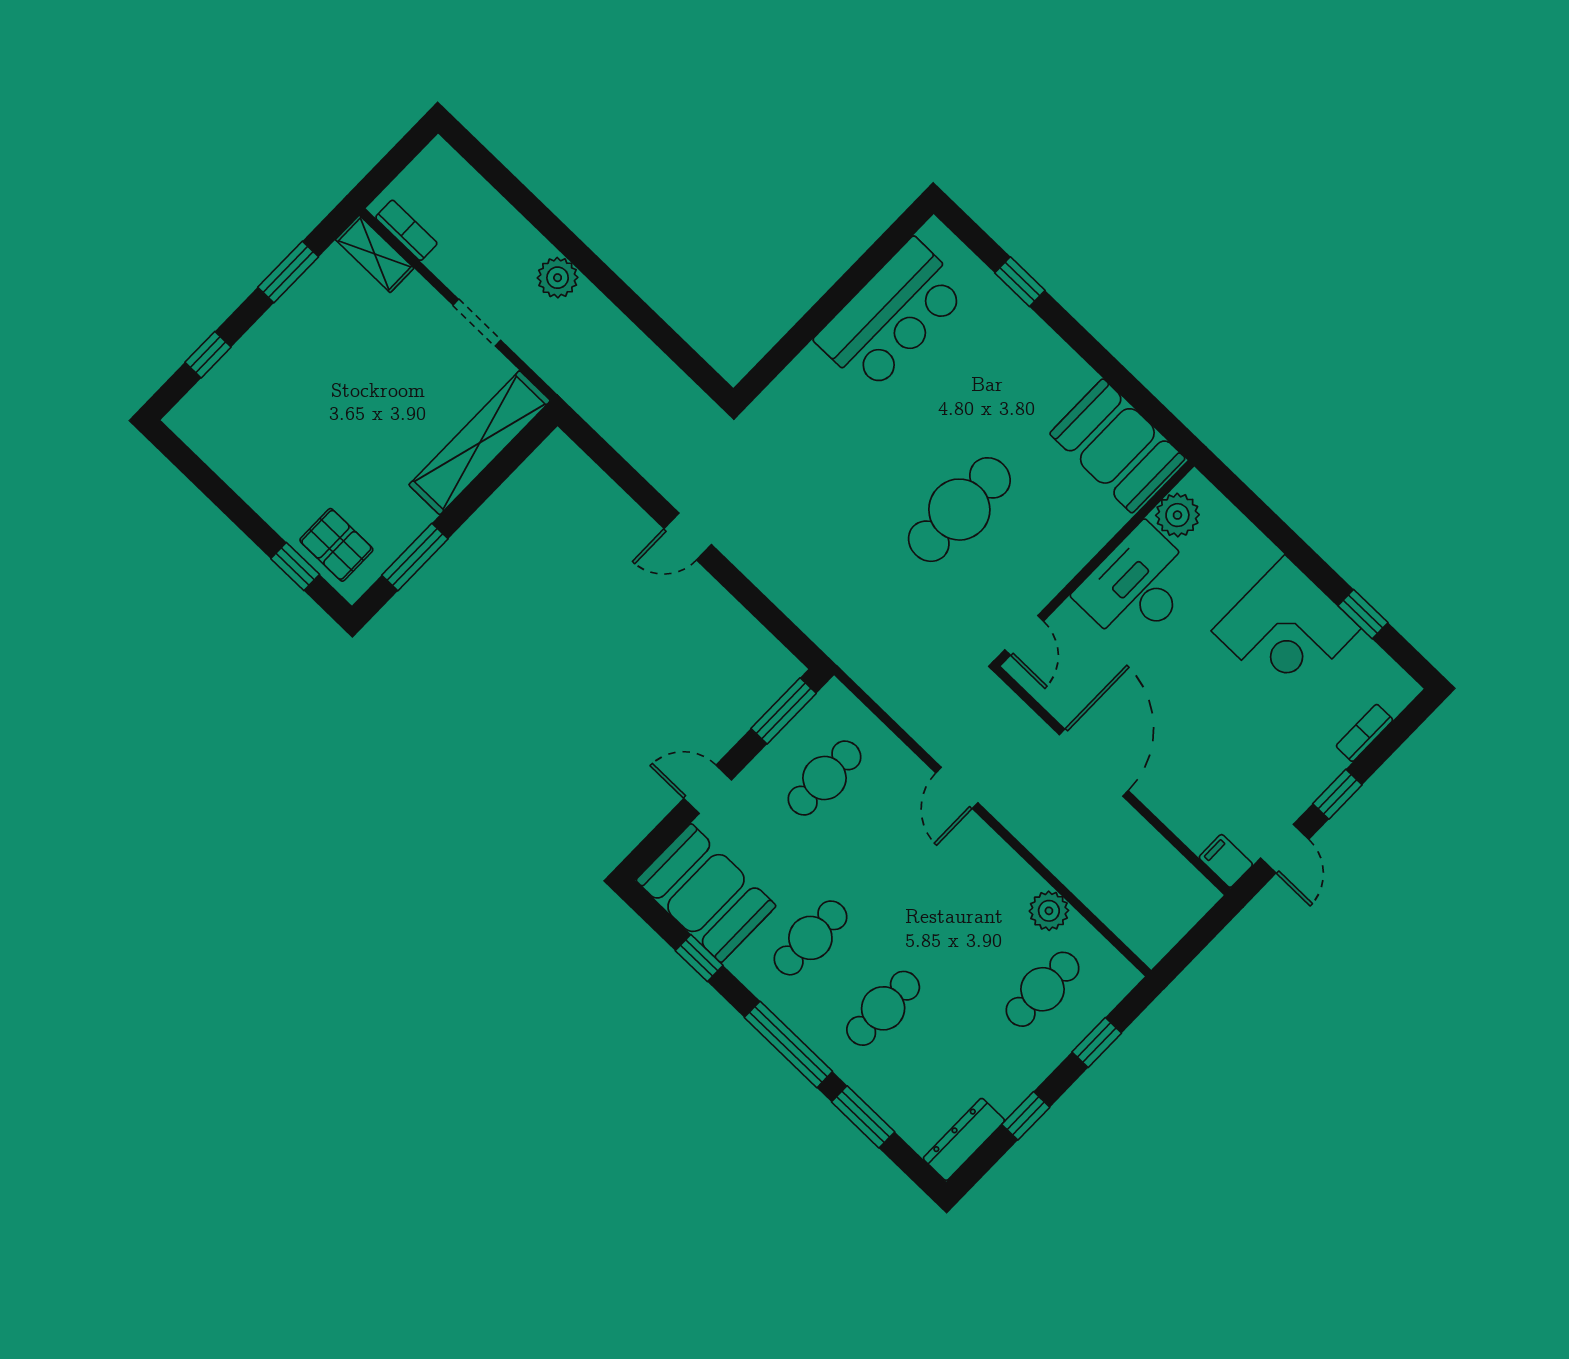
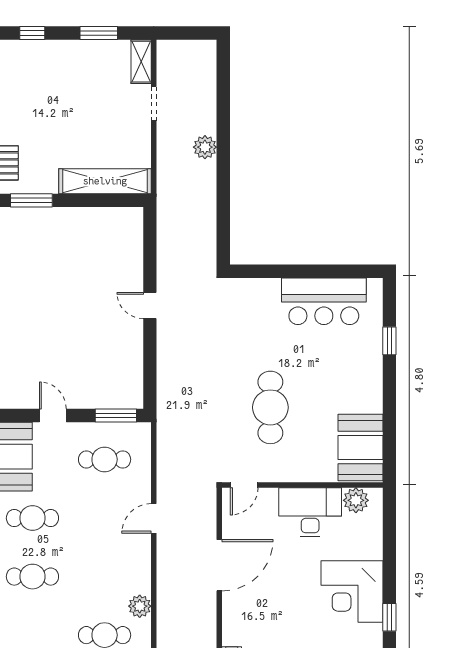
bookcase: (406, 230) -> (164, 65), removed
doorway: (477, 323) -> (154, 104), moved
cafe table: (959, 510) -> (270, 407), turned 90

